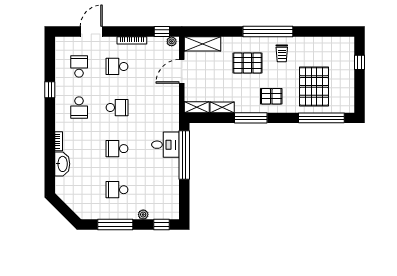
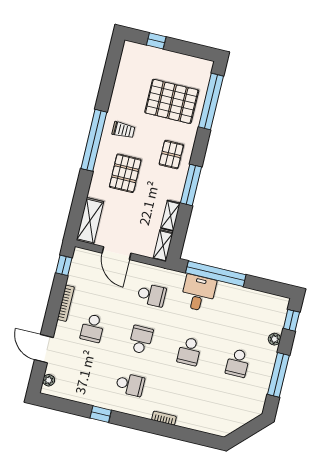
plant: (172, 41) -> (49, 380), moved
school desk: (79, 66) -> (152, 295), moved, turned 180
washbasin: (62, 164) -> (192, 420), removed

